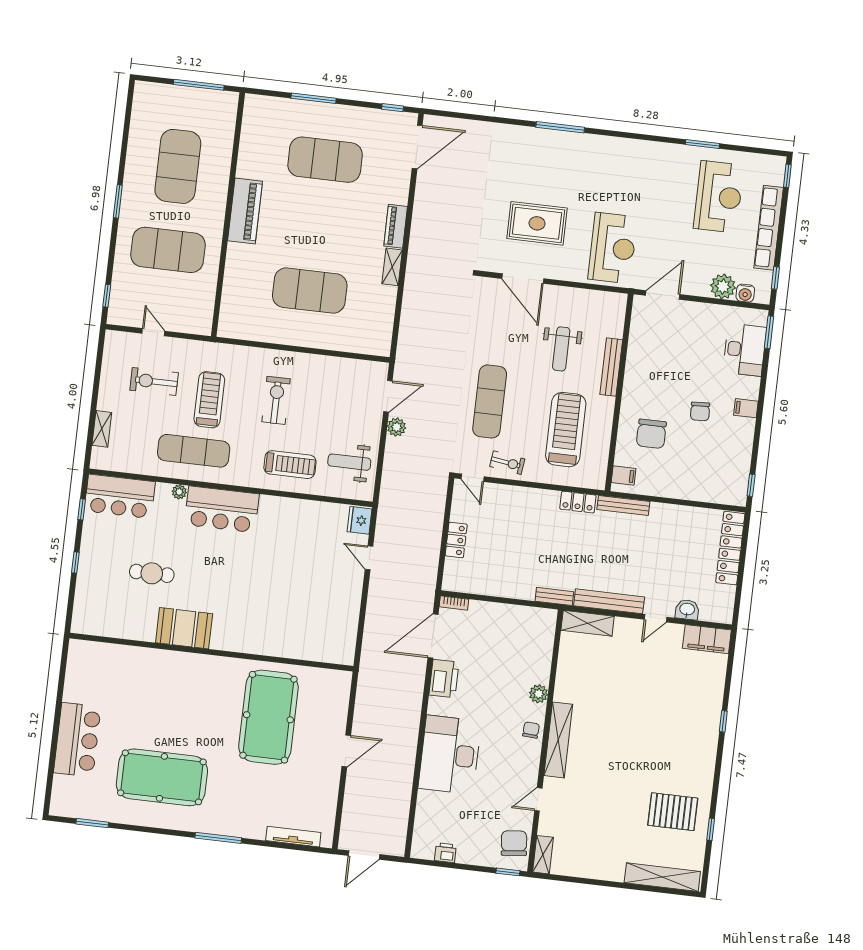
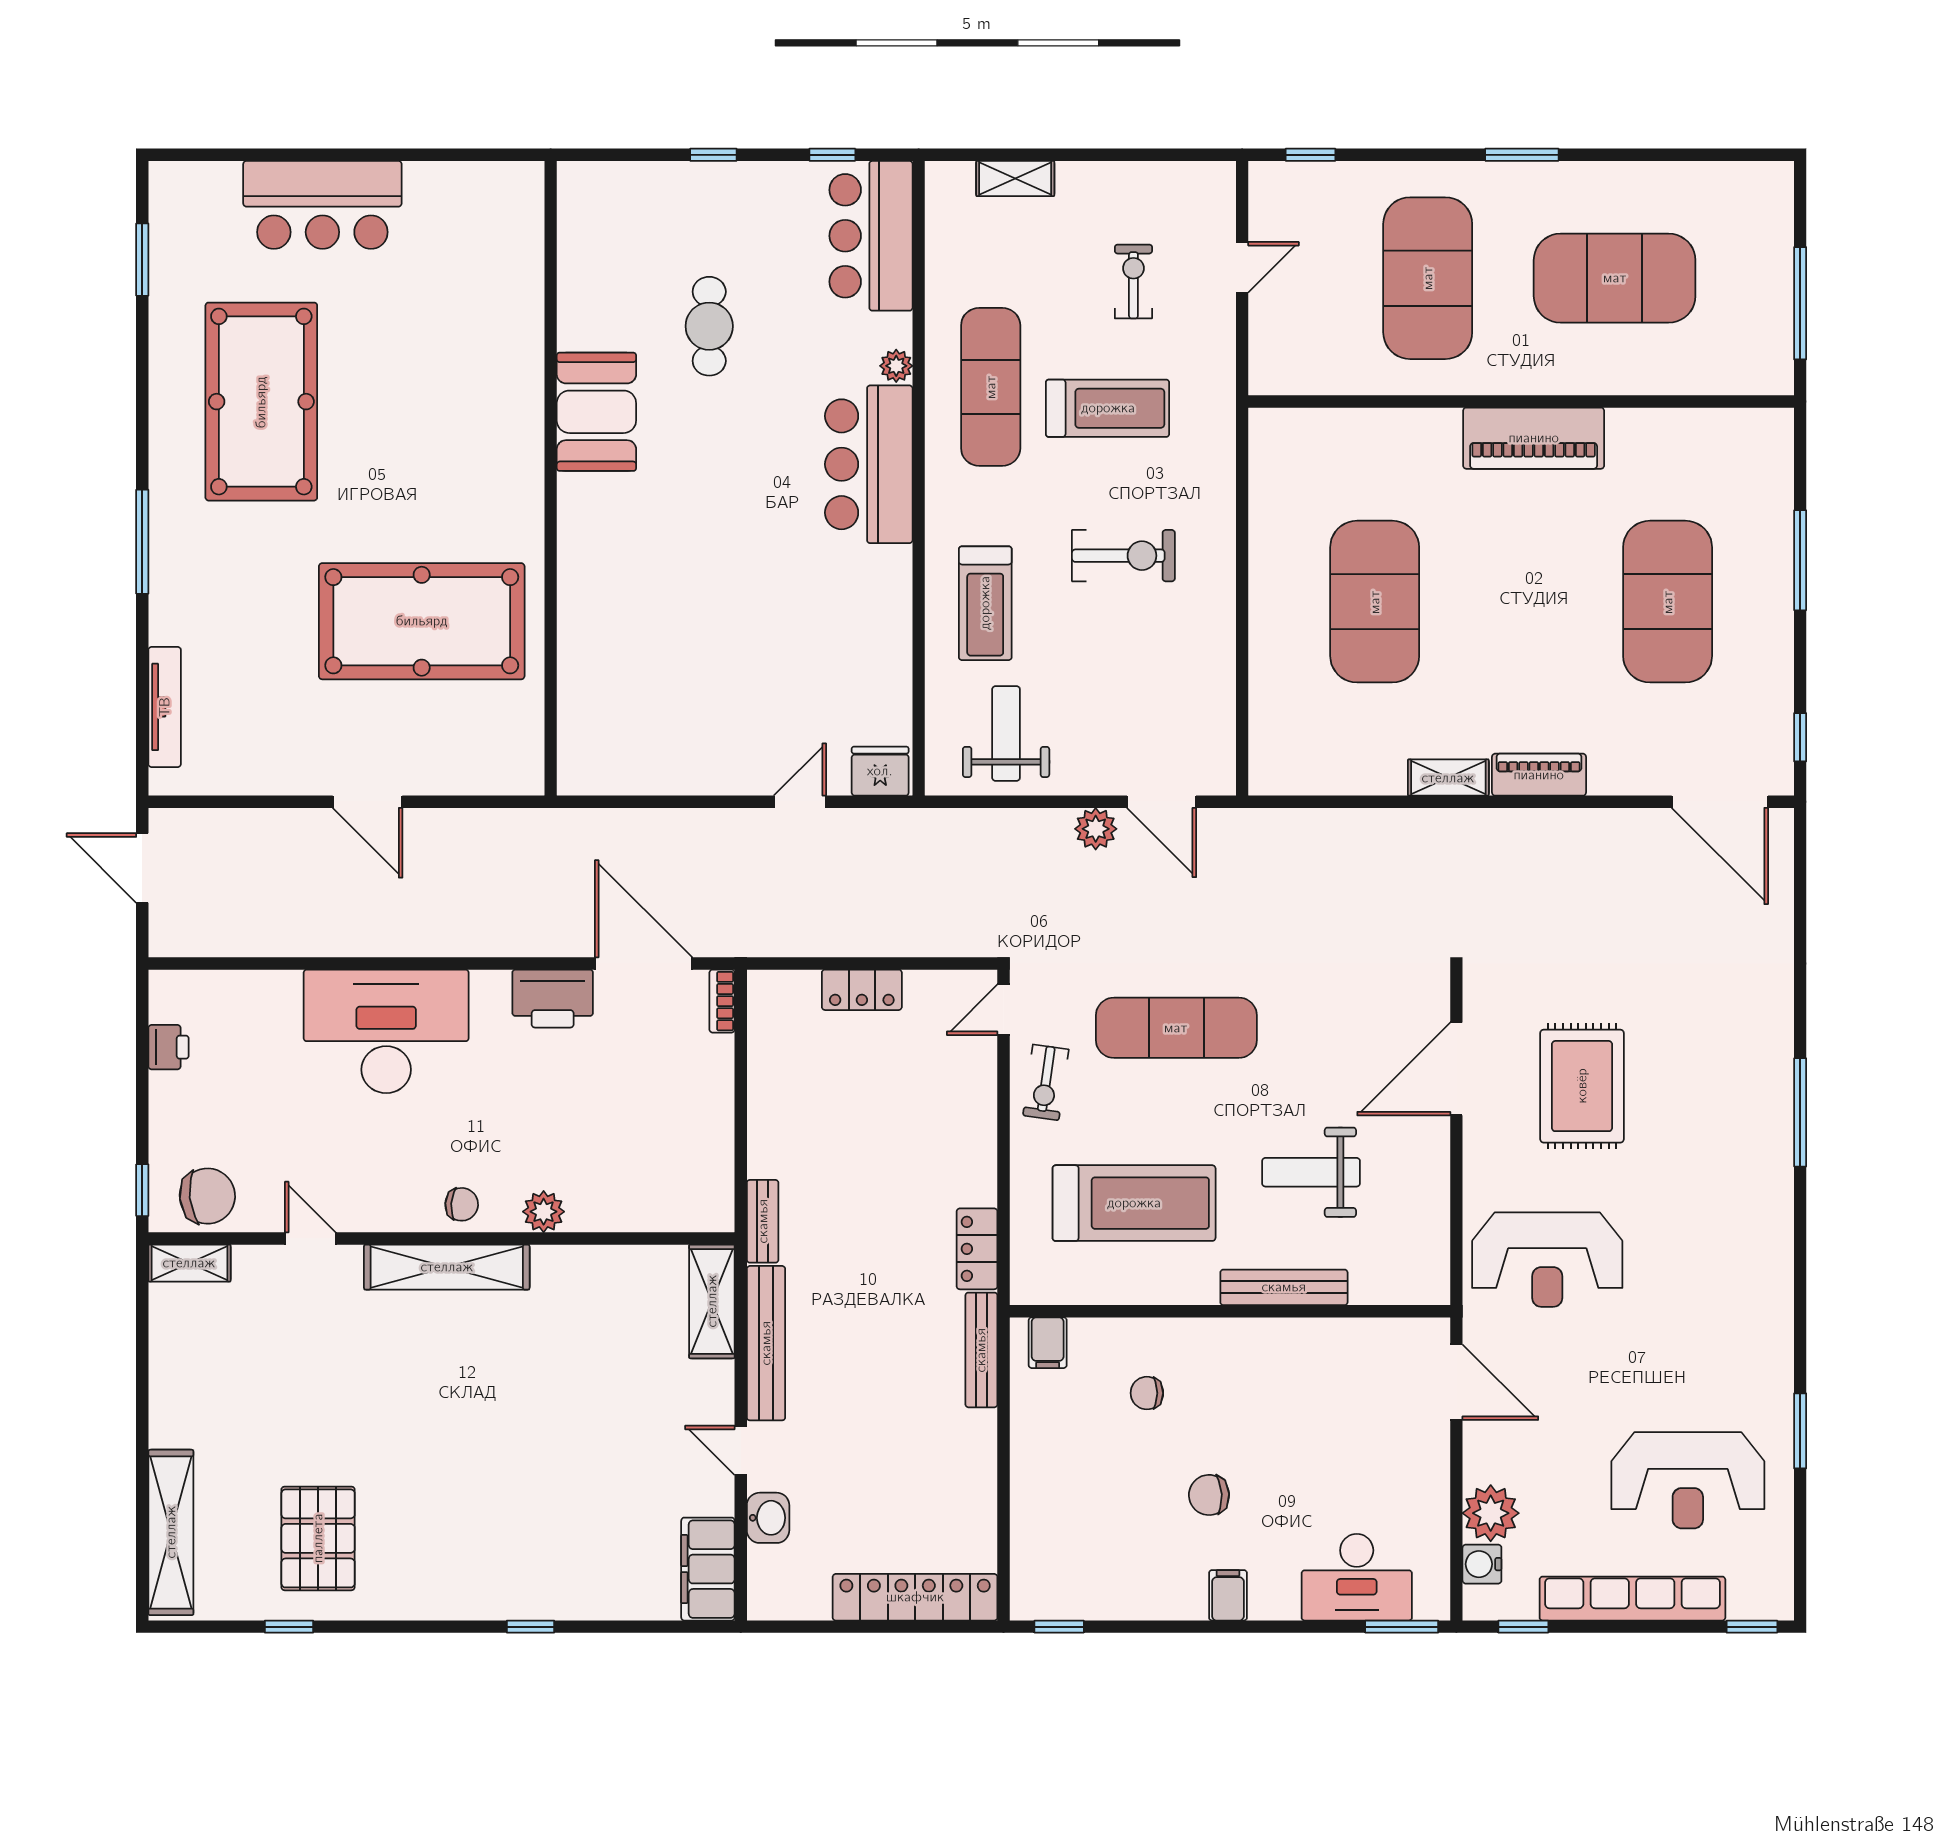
exercise bike: (154, 381) -> (1133, 282), width x0.73, depth x0.72
chair: (651, 434) -> (1147, 1393), width x0.54, depth x0.54

